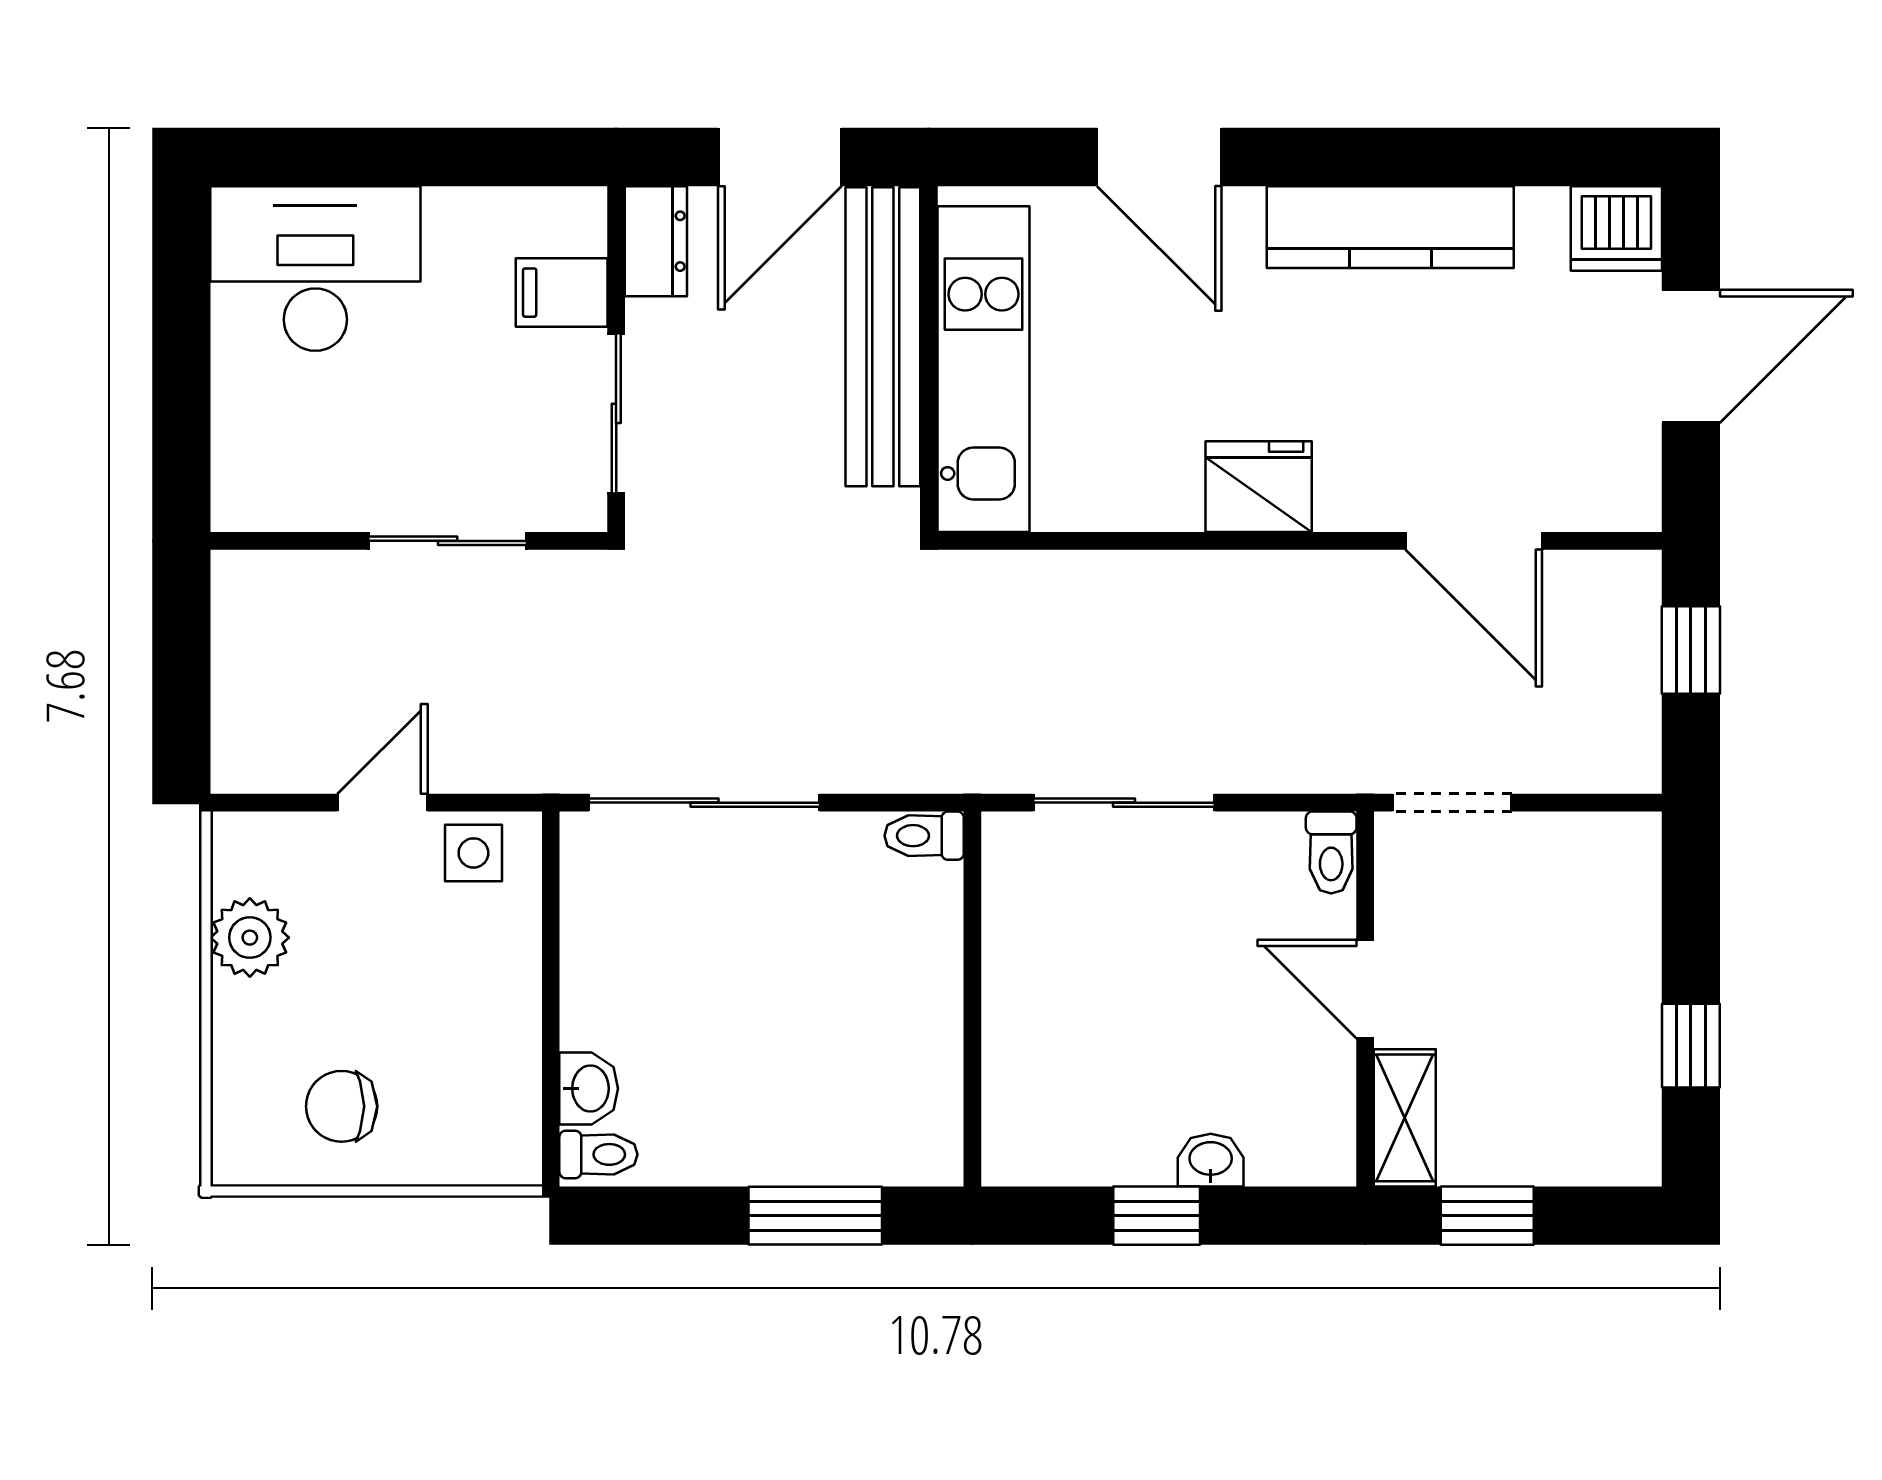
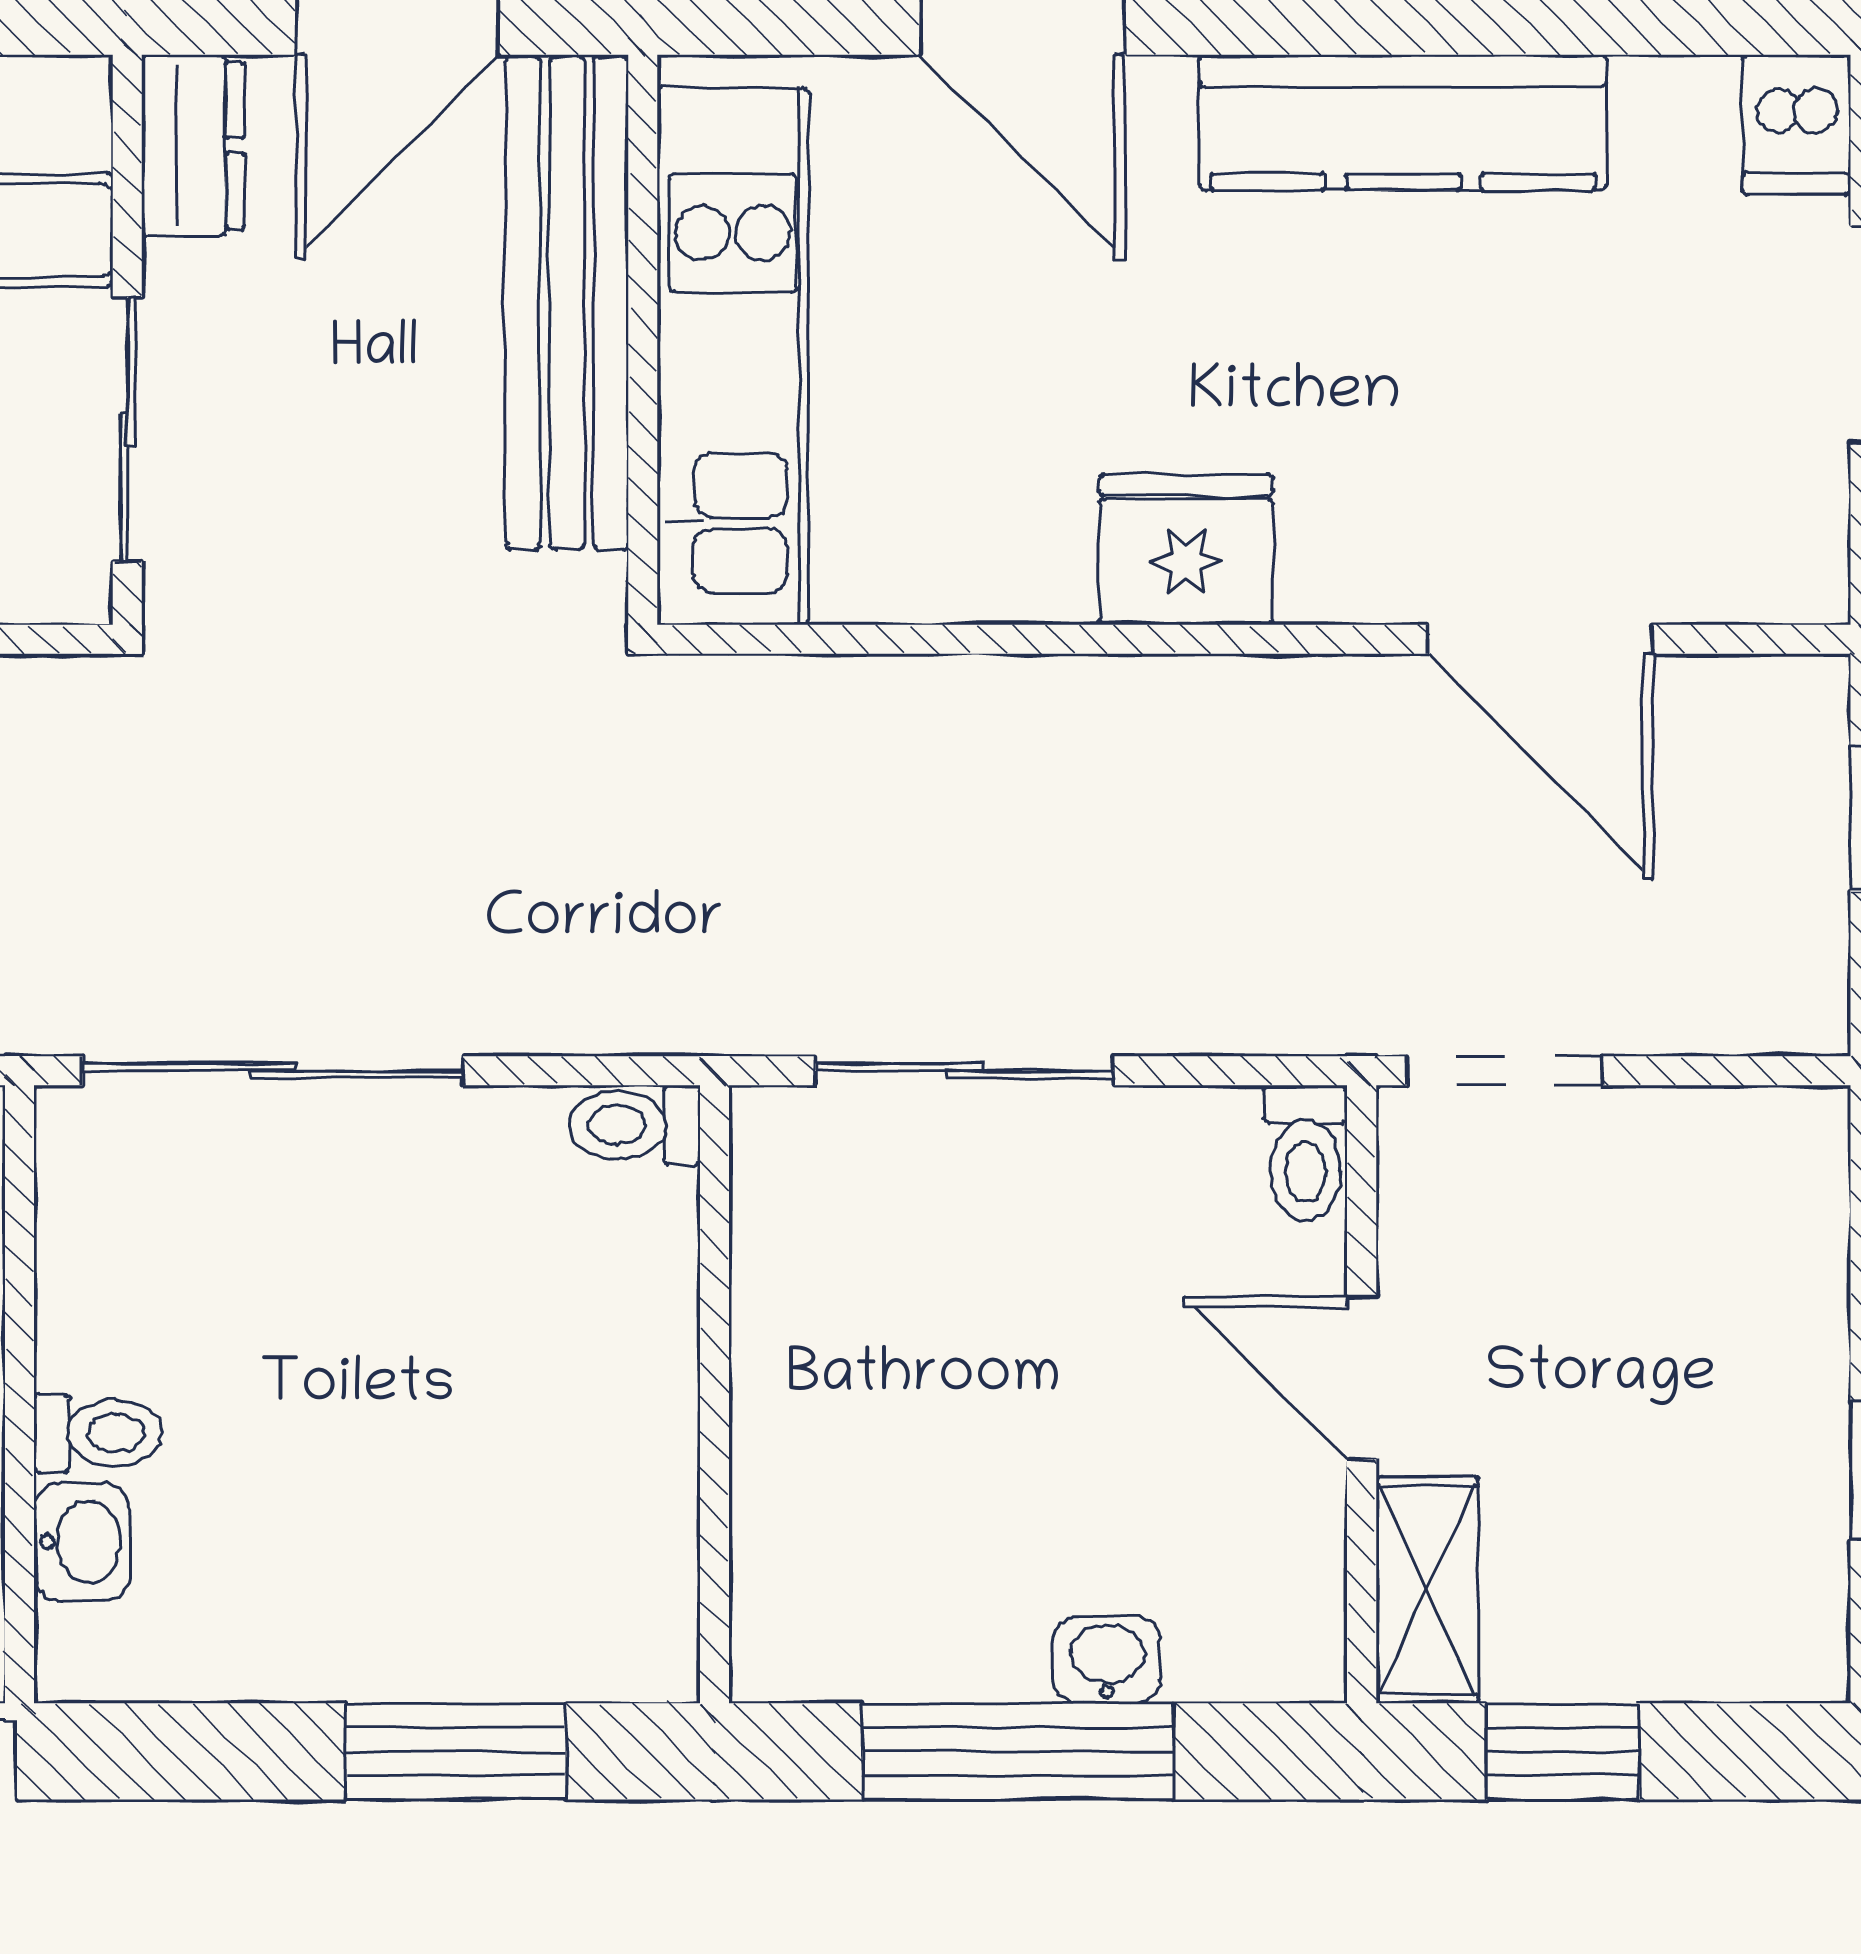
dishwasher: (1616, 228) -> (1796, 125), width x0.73
toilet: (598, 1154) -> (98, 1433), moved
window: (1157, 1216) -> (1018, 1751), width x2.17

